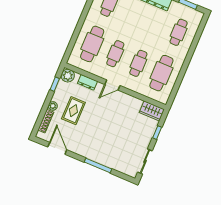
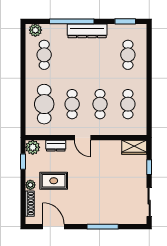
cafe table: (161, 73) -> (128, 104), width x0.73, depth x0.74
door: (112, 85) -> (83, 138), hinge flipped
rug: (73, 111) -> (54, 181), turned 90

